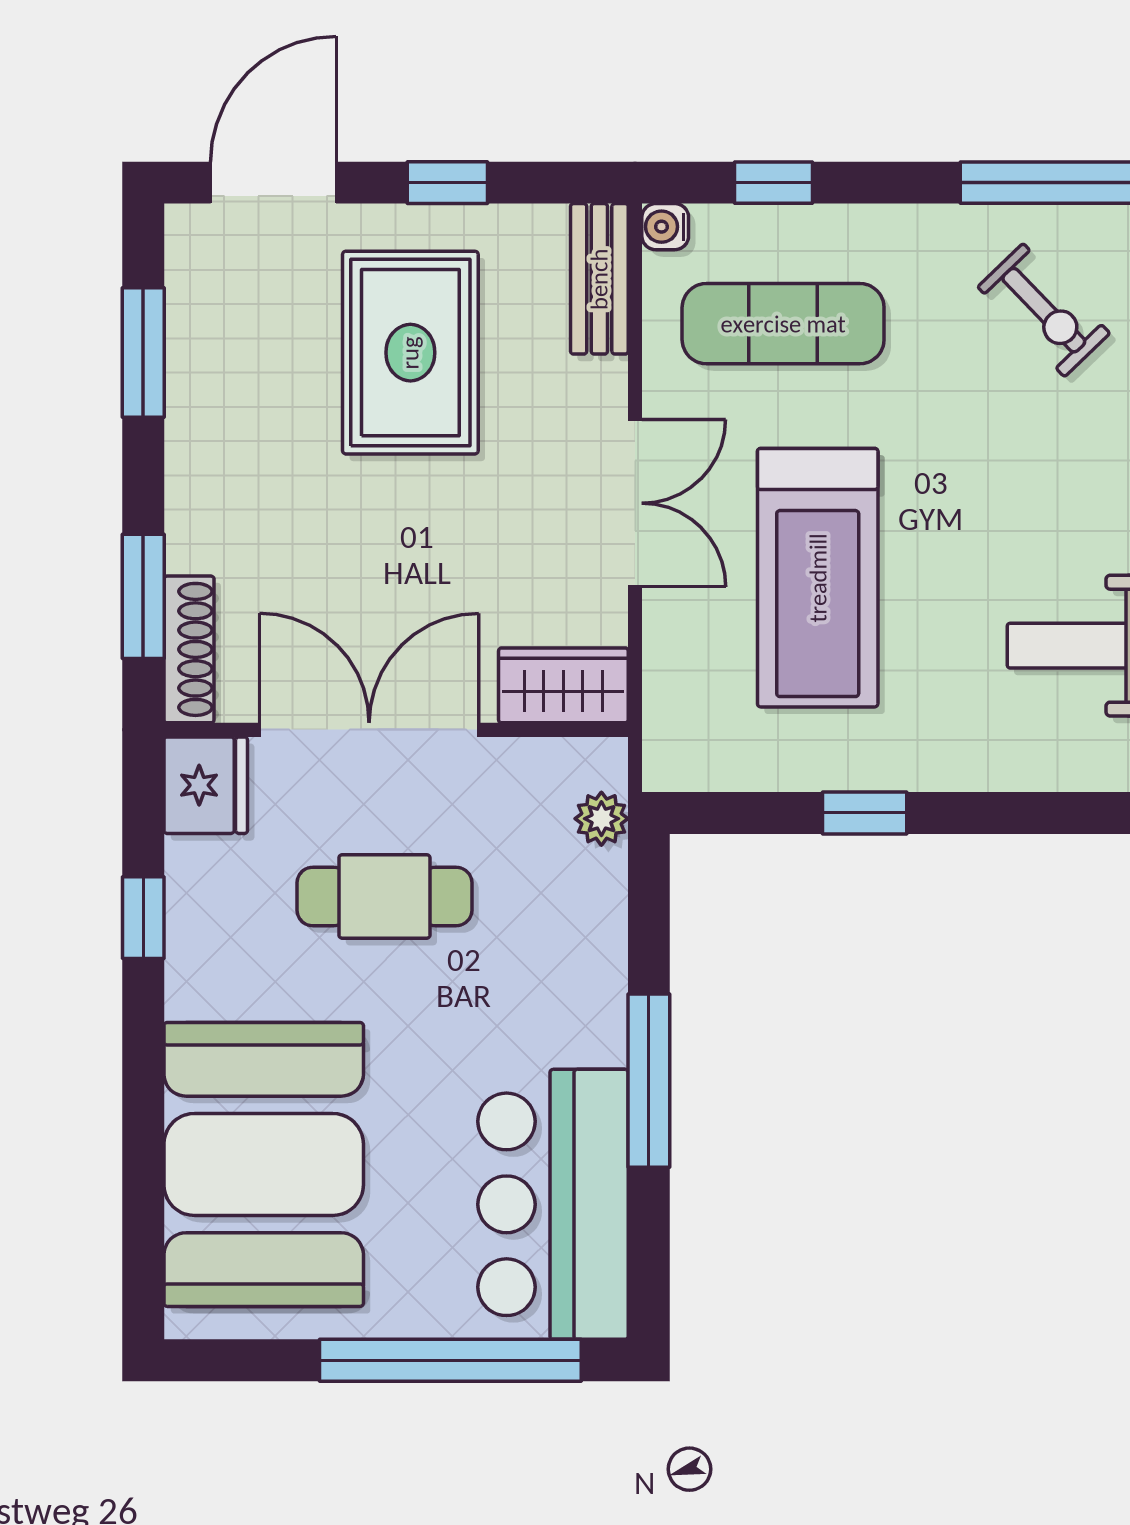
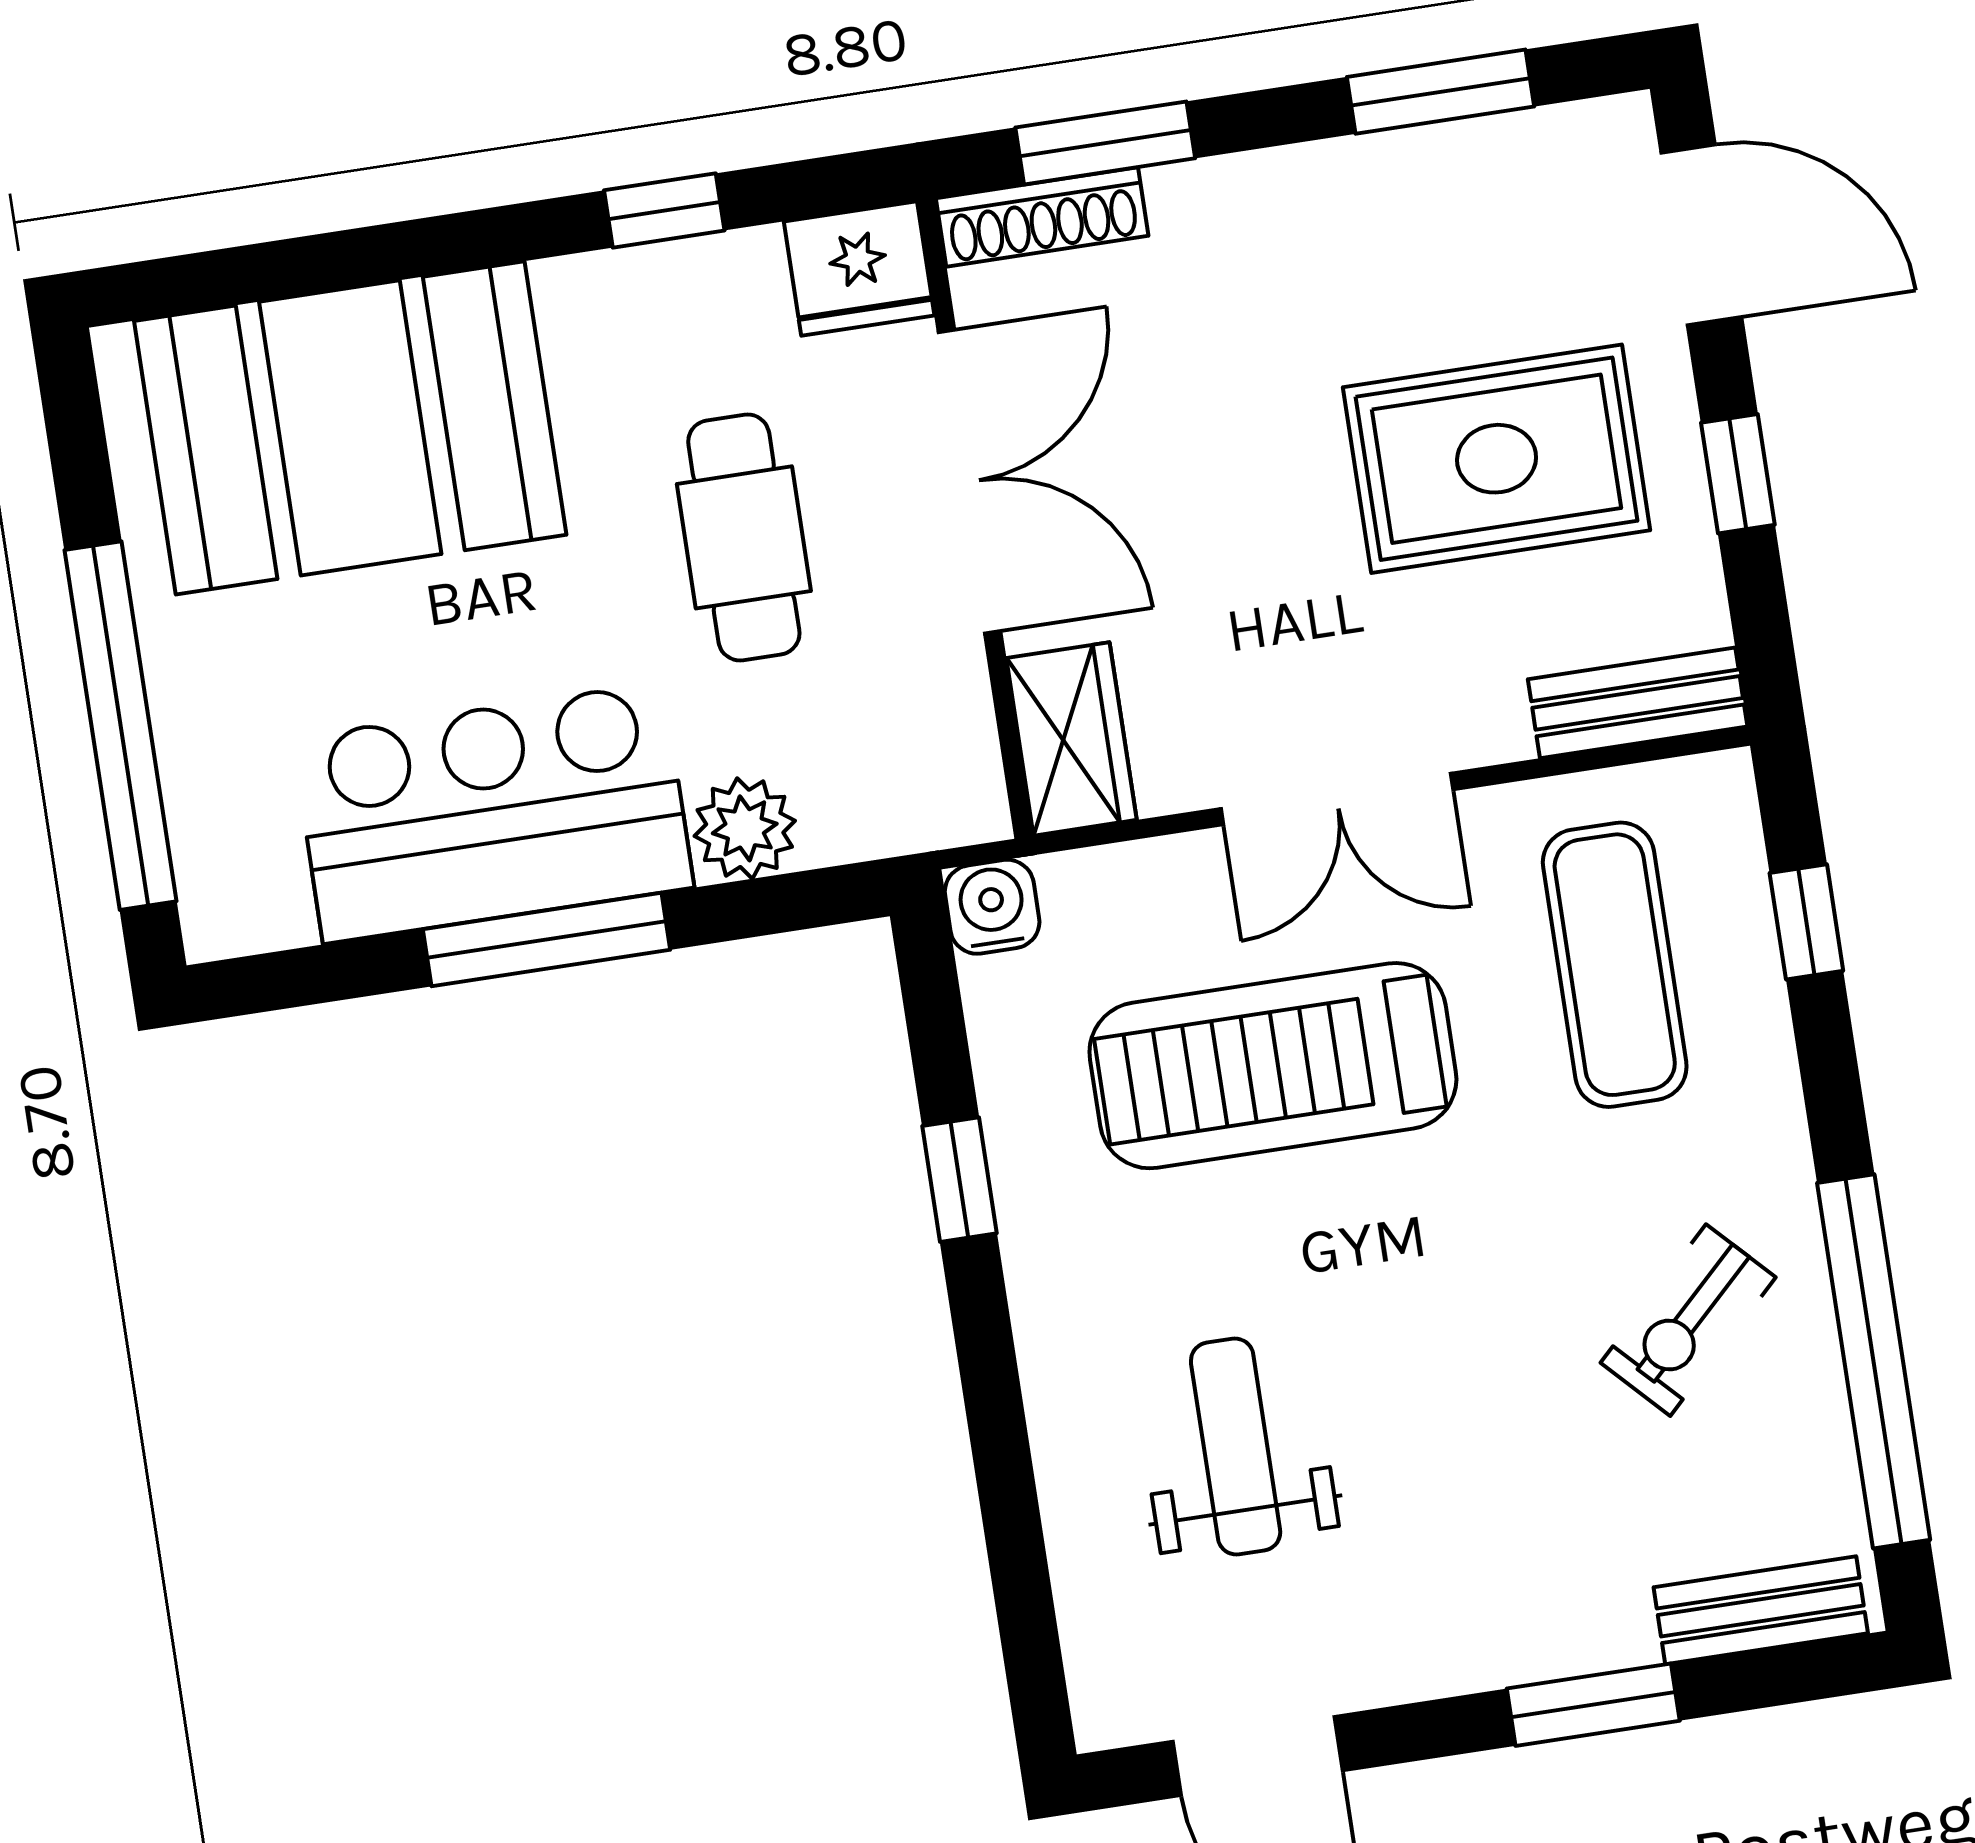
water cooler: (665, 227) -> (992, 907), moved, width x1.38, depth x1.38
plant: (601, 819) -> (745, 828), moved, width x1.38, depth x1.38
bar counter: (553, 1204) -> (493, 813), moved

